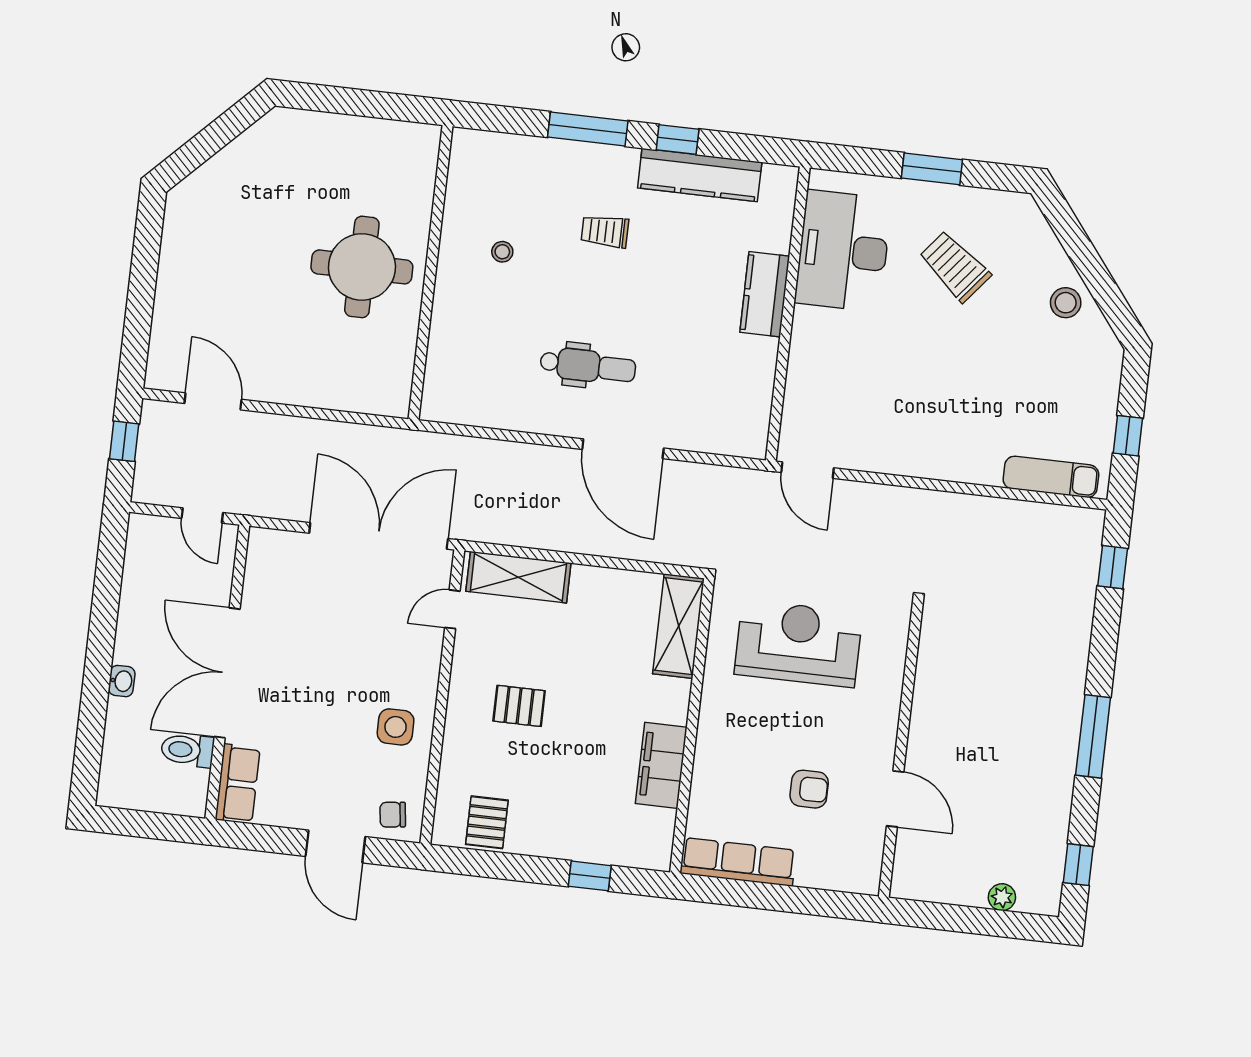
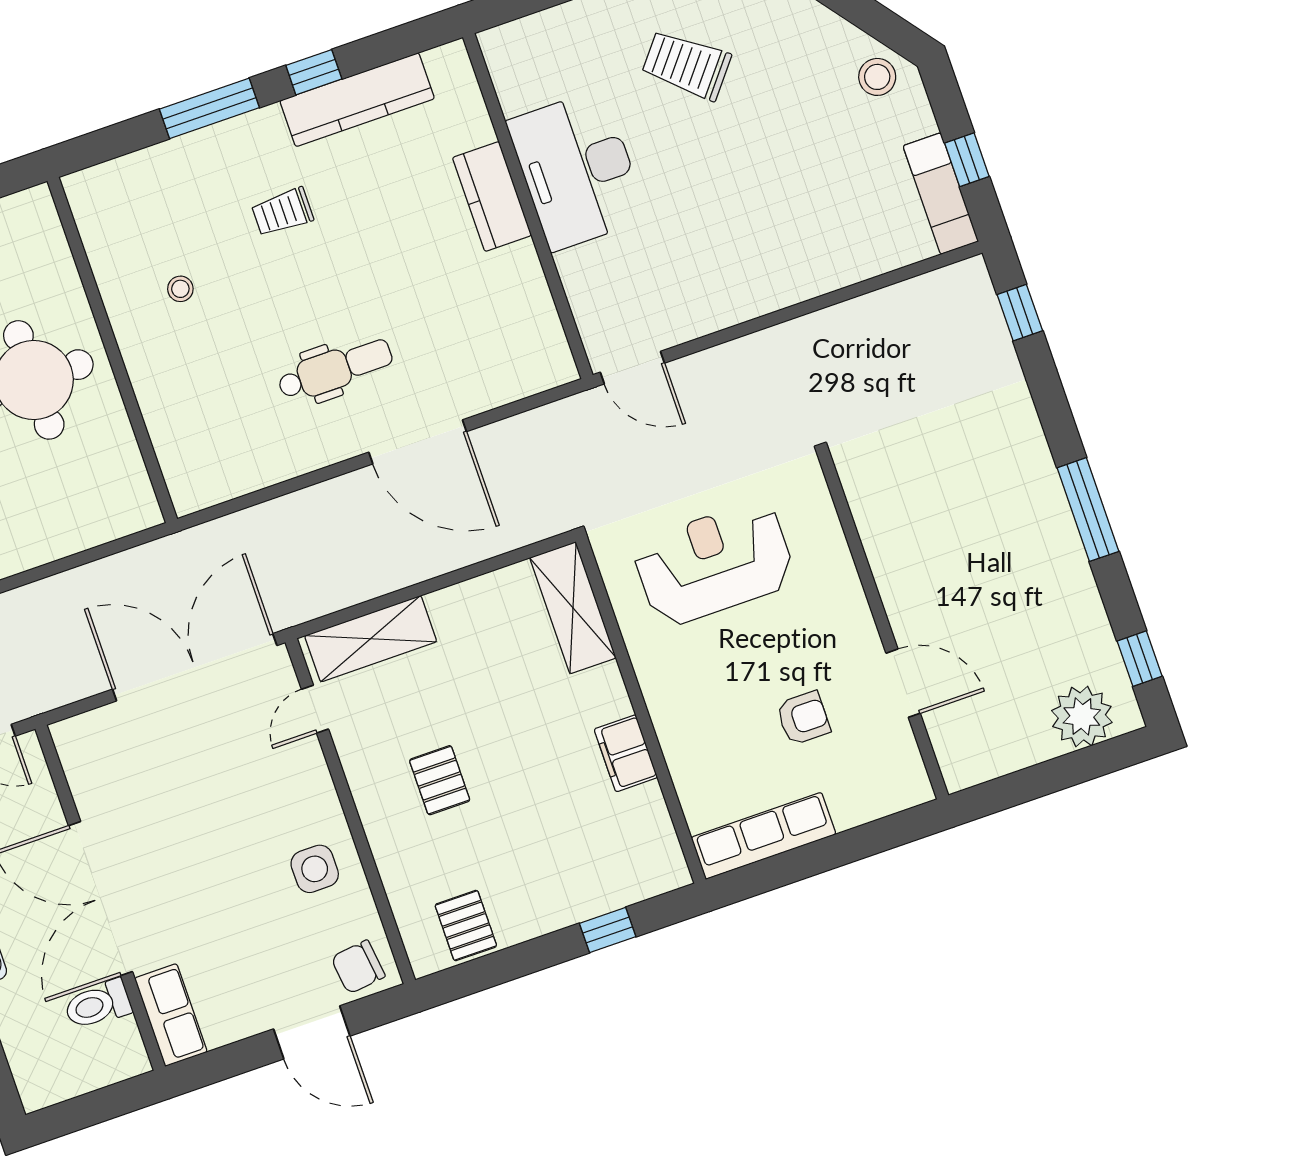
desk: (843, 251) -> (577, 170), moved
stool: (1066, 303) -> (877, 77), moved
exam couch: (1051, 477) -> (941, 194), moved, turned -90
pallet: (519, 706) -> (440, 780), turned 90
filing cabinet: (661, 765) -> (626, 753), width x0.67, depth x0.86
chair: (393, 815) -> (358, 967), width x1.37, depth x1.37
plant: (1002, 897) -> (1082, 716), width x1.88, depth x1.88

